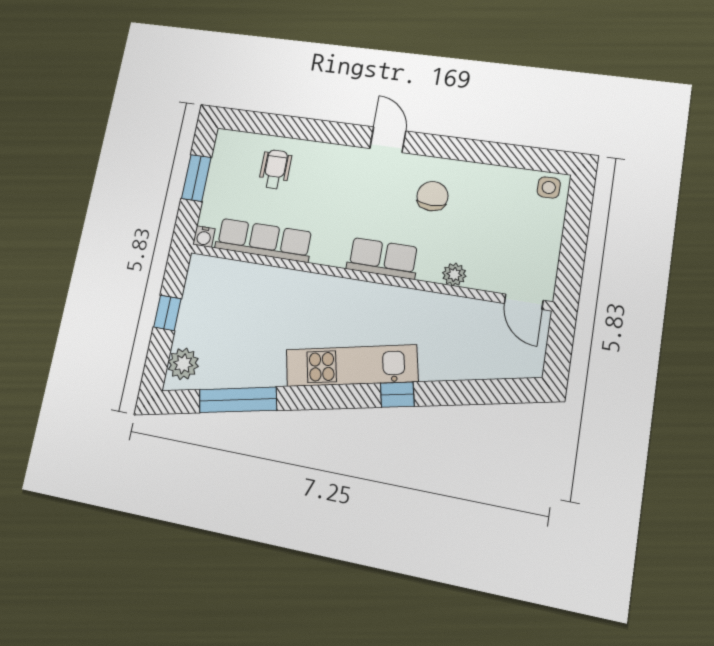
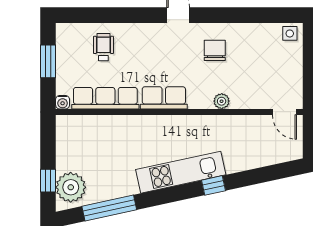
row of seats: (383, 258) -> (164, 98), moved
plant: (454, 274) -> (222, 101), moved
window: (167, 313) -> (48, 181), moved
plant: (183, 364) -> (71, 187), width x1.36, depth x1.36

